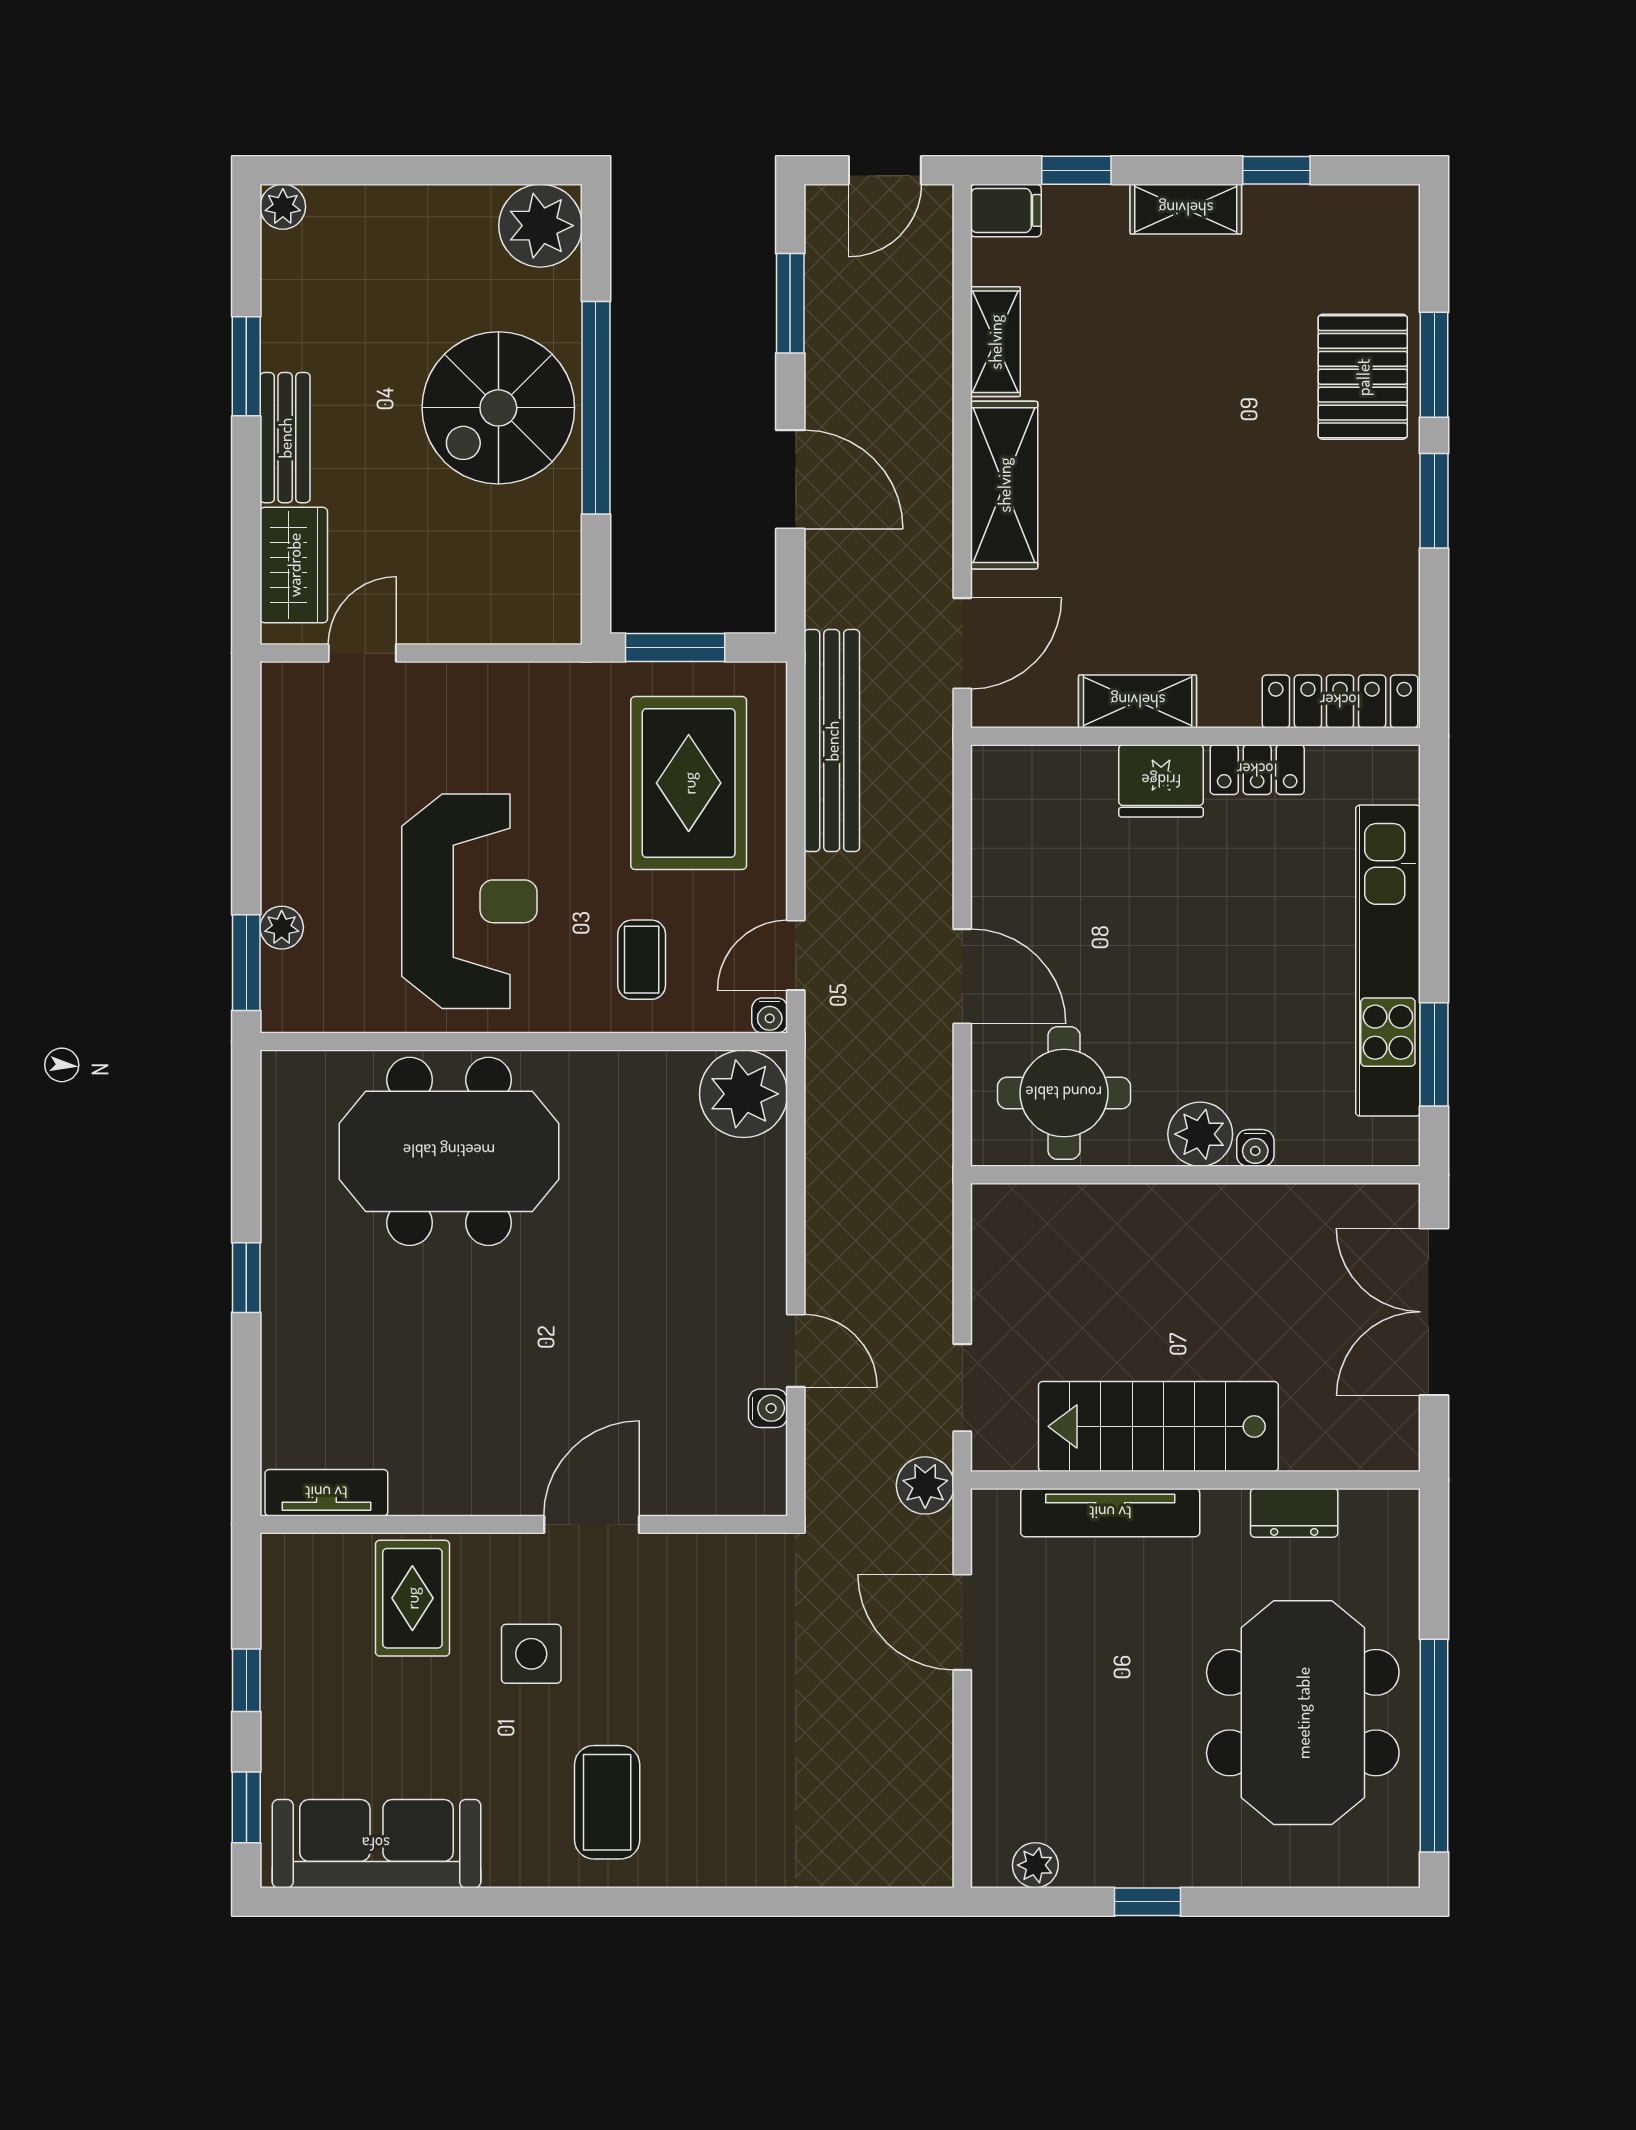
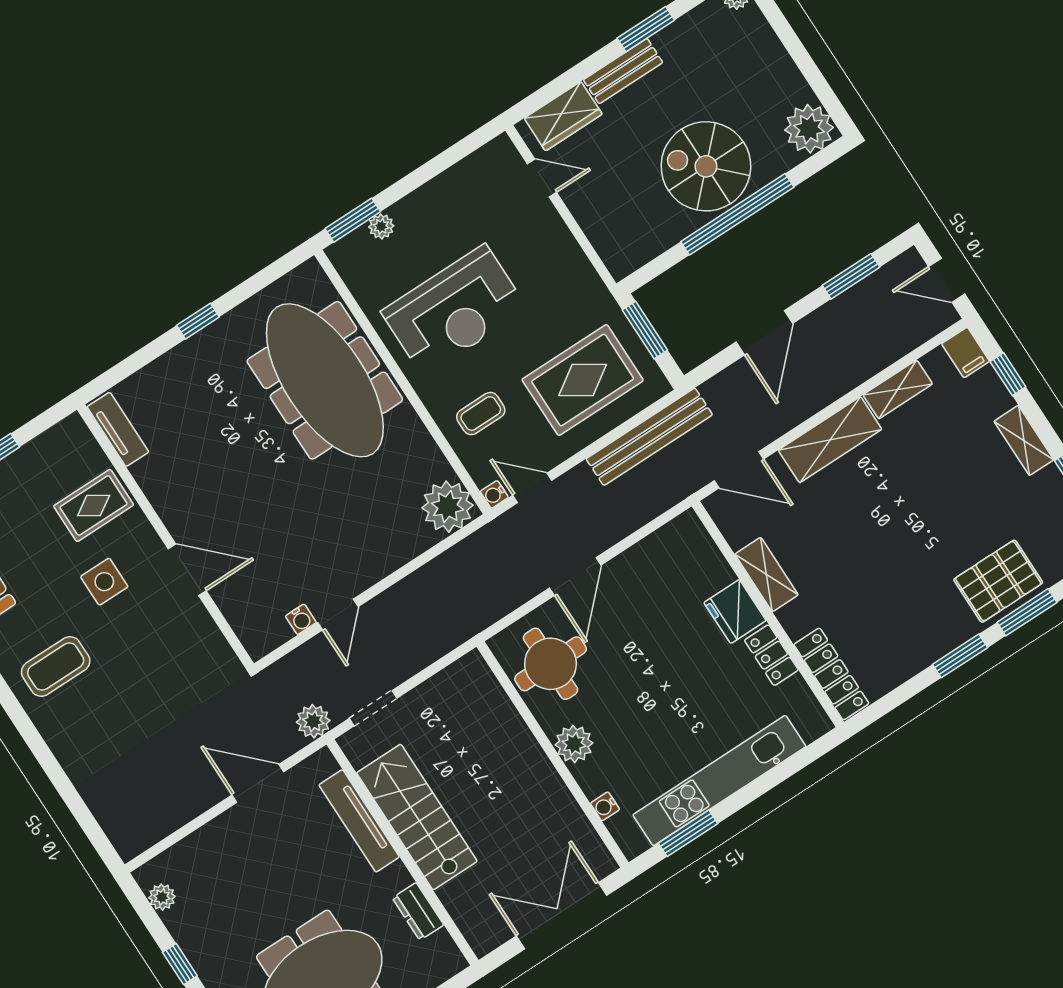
water cooler: (1255, 1148) -> (605, 806), moved
meeting table: (449, 1151) -> (325, 380), width x1.36
door: (962, 1622) -> (258, 783), hinge flipped

